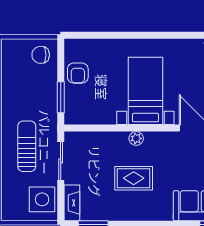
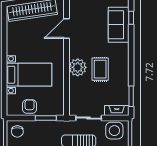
armchair: (78, 73) -> (30, 107), turned -90
bed with nightstands: (145, 91) -> (29, 75), moved, turned 180
plant: (136, 138) -> (78, 67), width x1.88, depth x1.88

